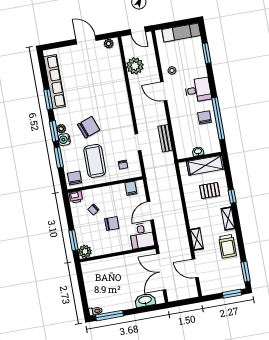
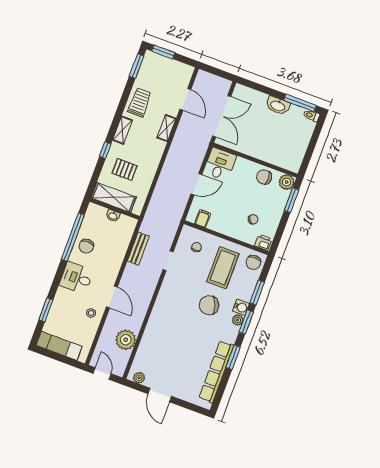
chair: (112, 224) -> (264, 177), moved
washbasin: (145, 300) -> (278, 106), moved

